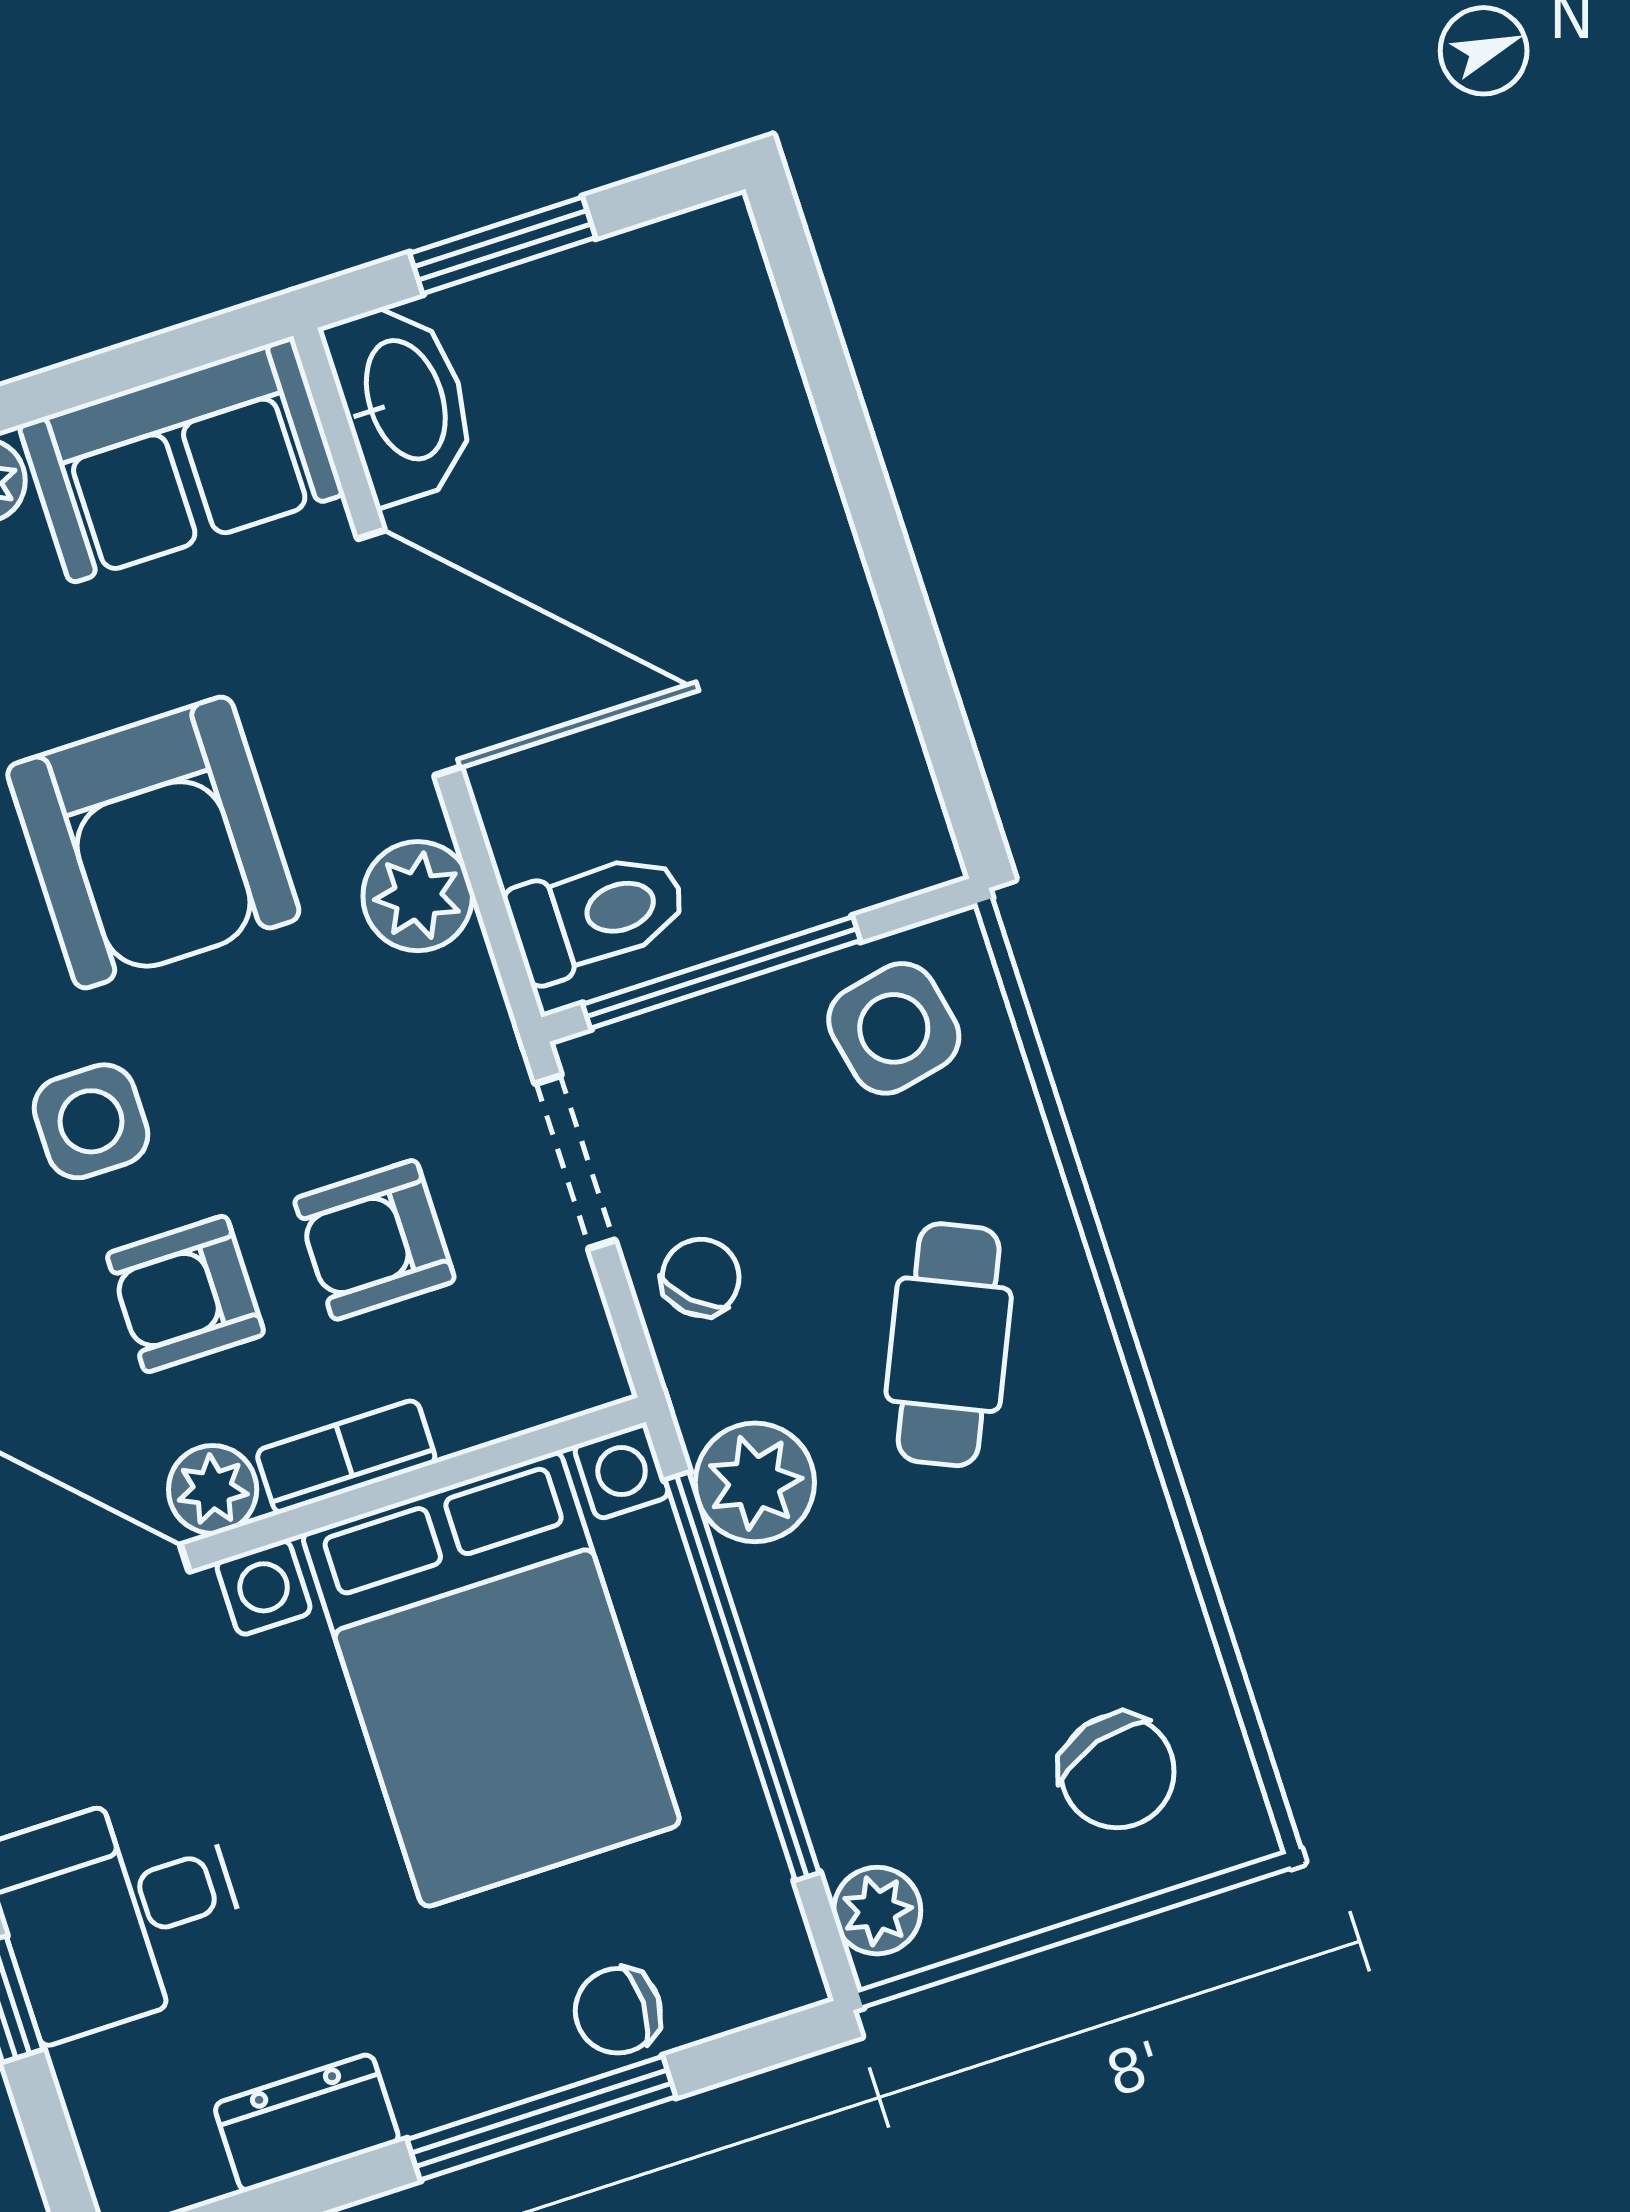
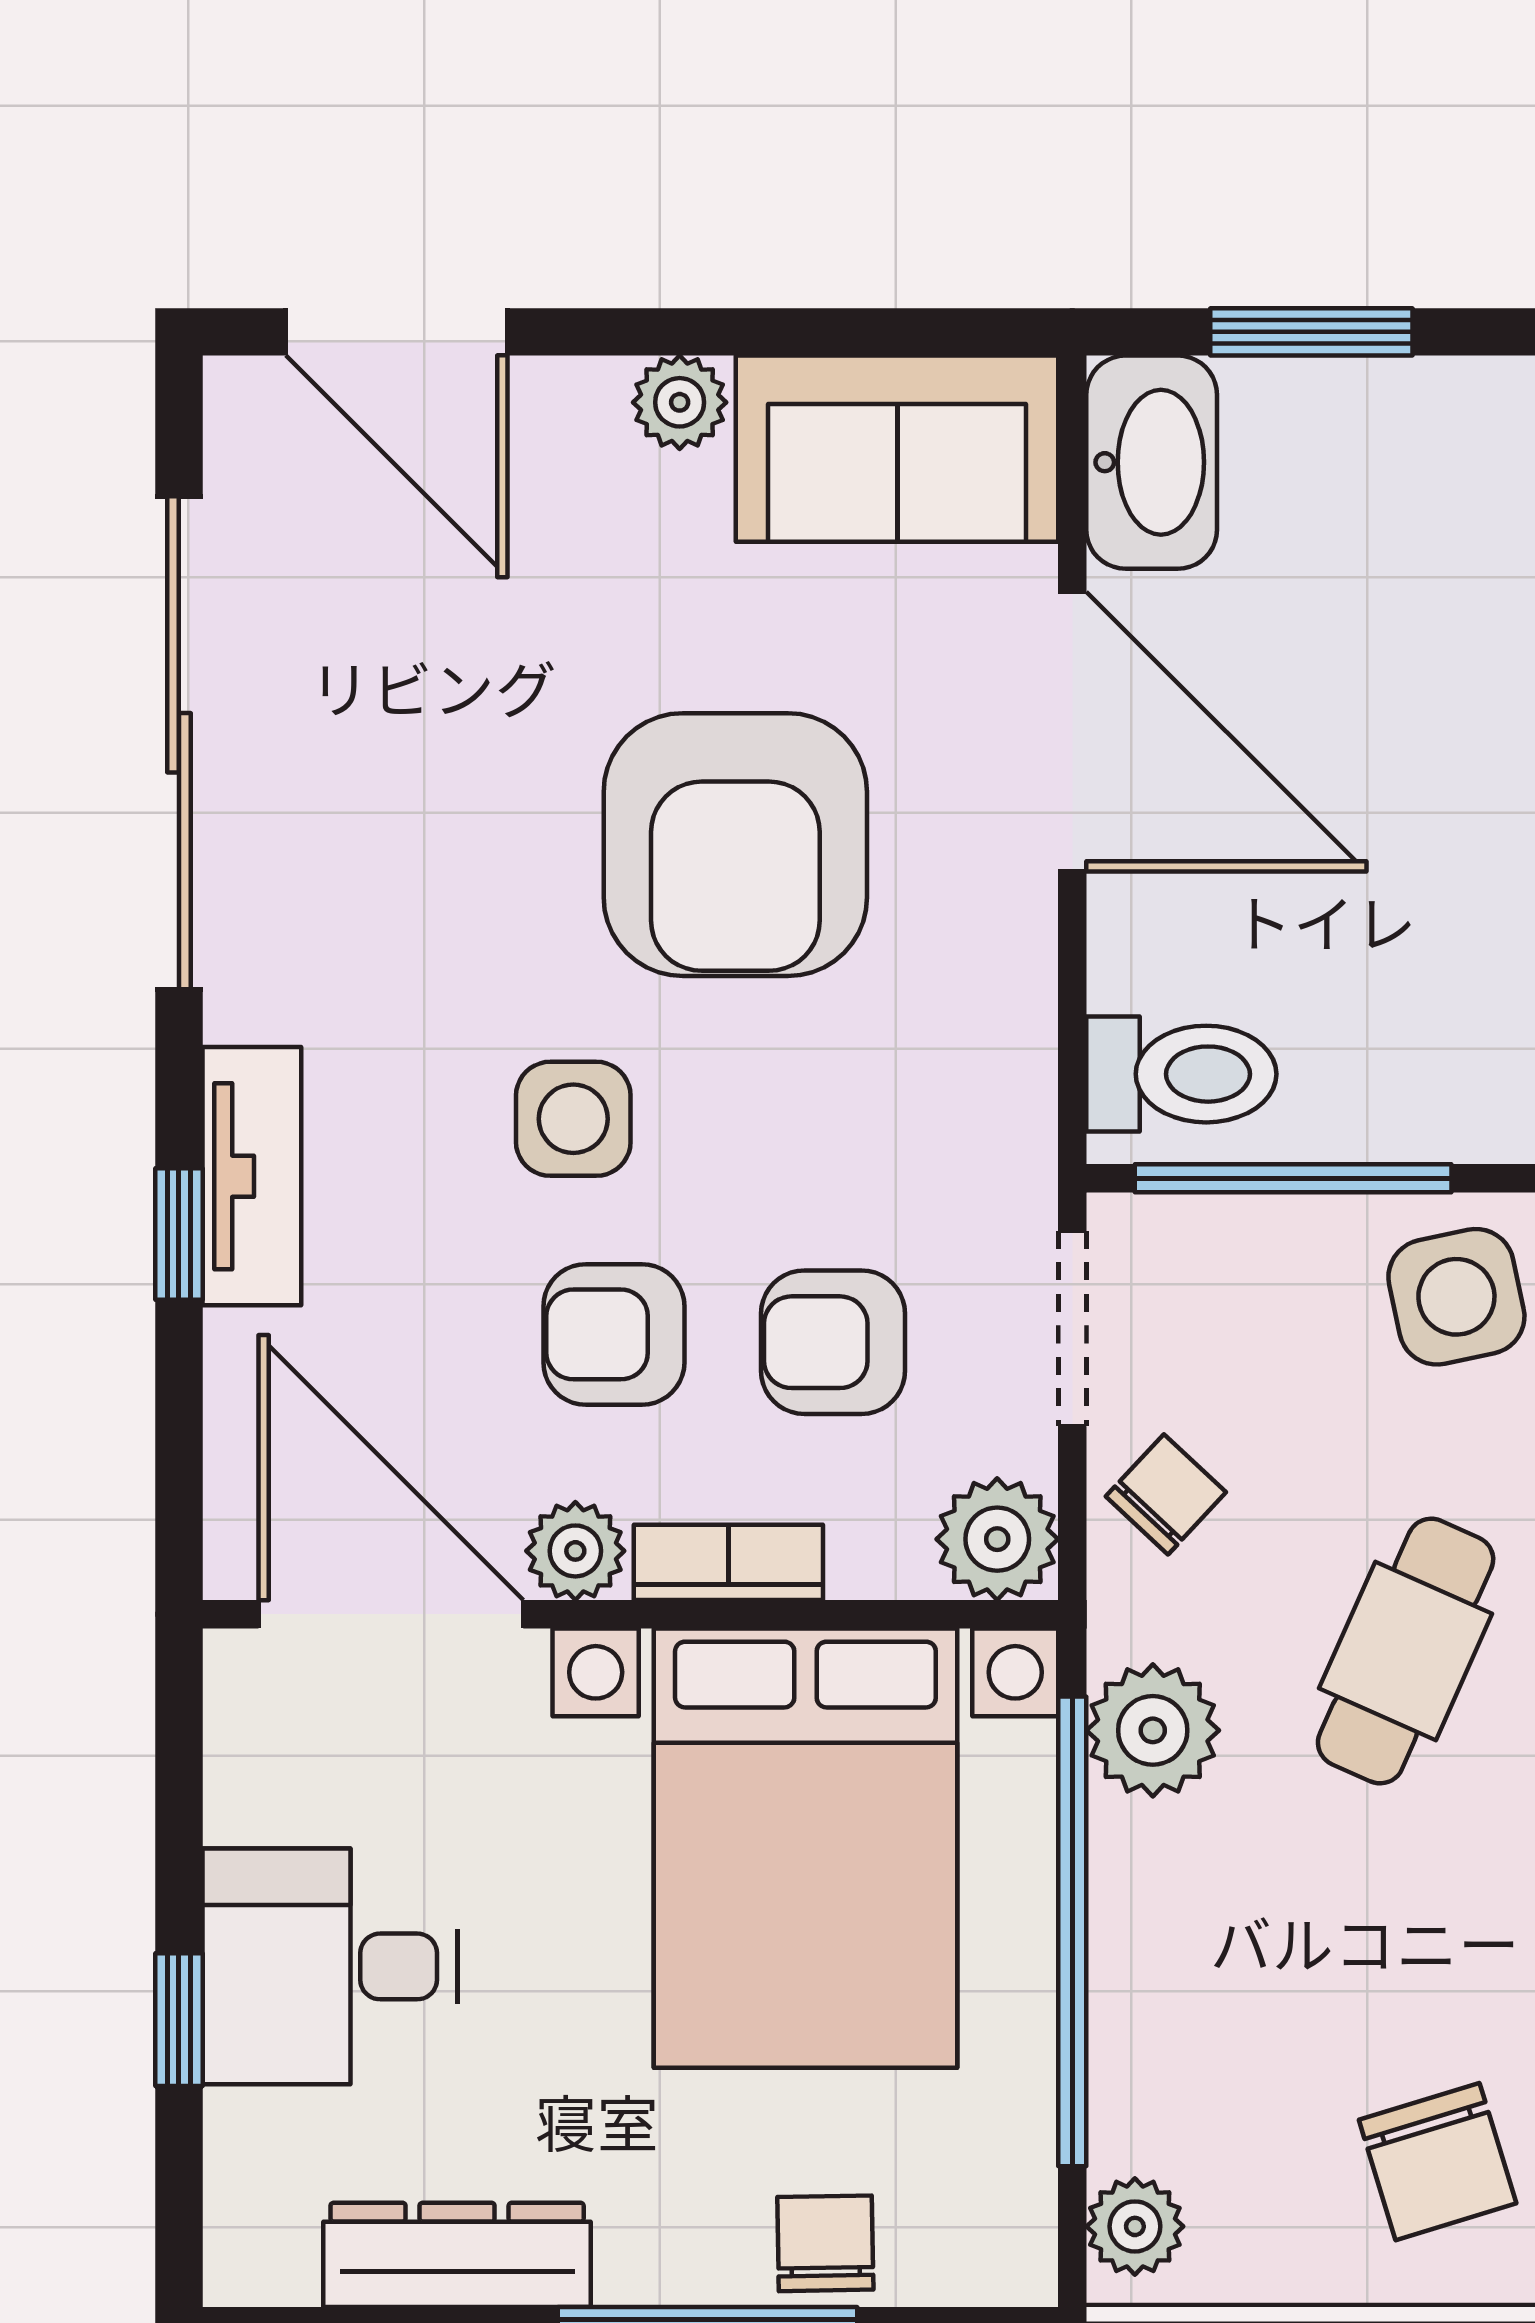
plant: (418, 896) -> (997, 1539), moved
chair: (618, 2011) -> (825, 2243), turned 89
dresser: (307, 2123) -> (457, 2255), width x1.44

